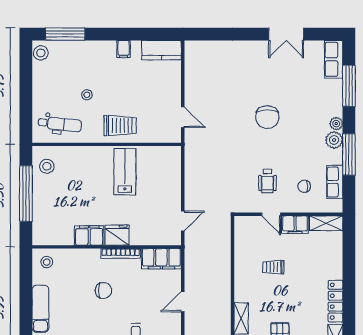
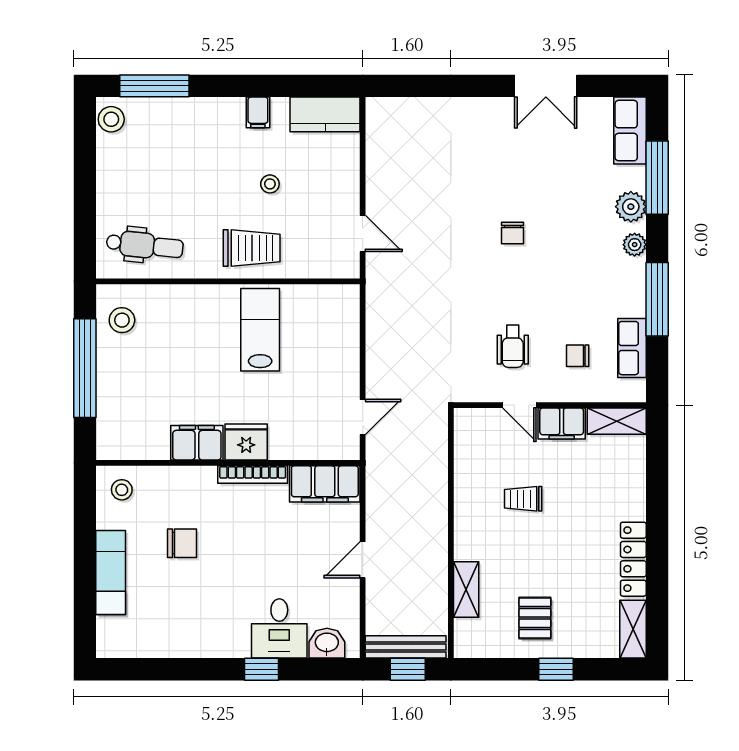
stool: (87, 95) -> (270, 184), moved
chair: (267, 117) -> (513, 233), width x0.54, depth x0.54
plant: (334, 140) -> (631, 207), moved
chair: (103, 290) -> (182, 543), moved

